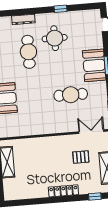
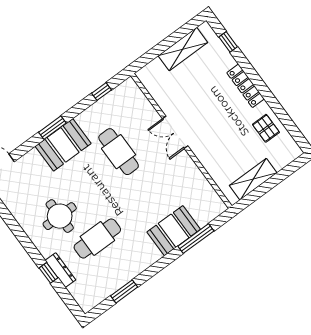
window: (61, 9) -> (48, 273), moved
double door: (91, 132) -> (175, 132), moved
pallet: (81, 157) -> (266, 128), moved

